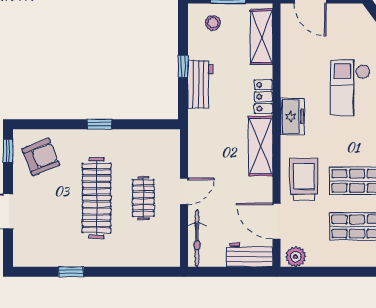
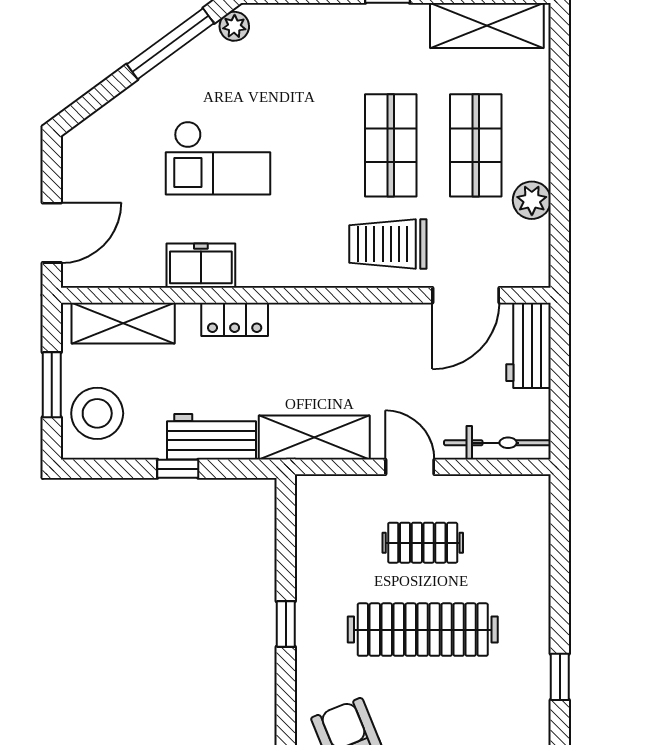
stool: (213, 23) -> (97, 413), width x1.89, depth x1.89
freezer: (292, 117) -> (201, 266), moved
shelving: (261, 146) -> (314, 437), moved
plant: (296, 257) -> (532, 200), moved

